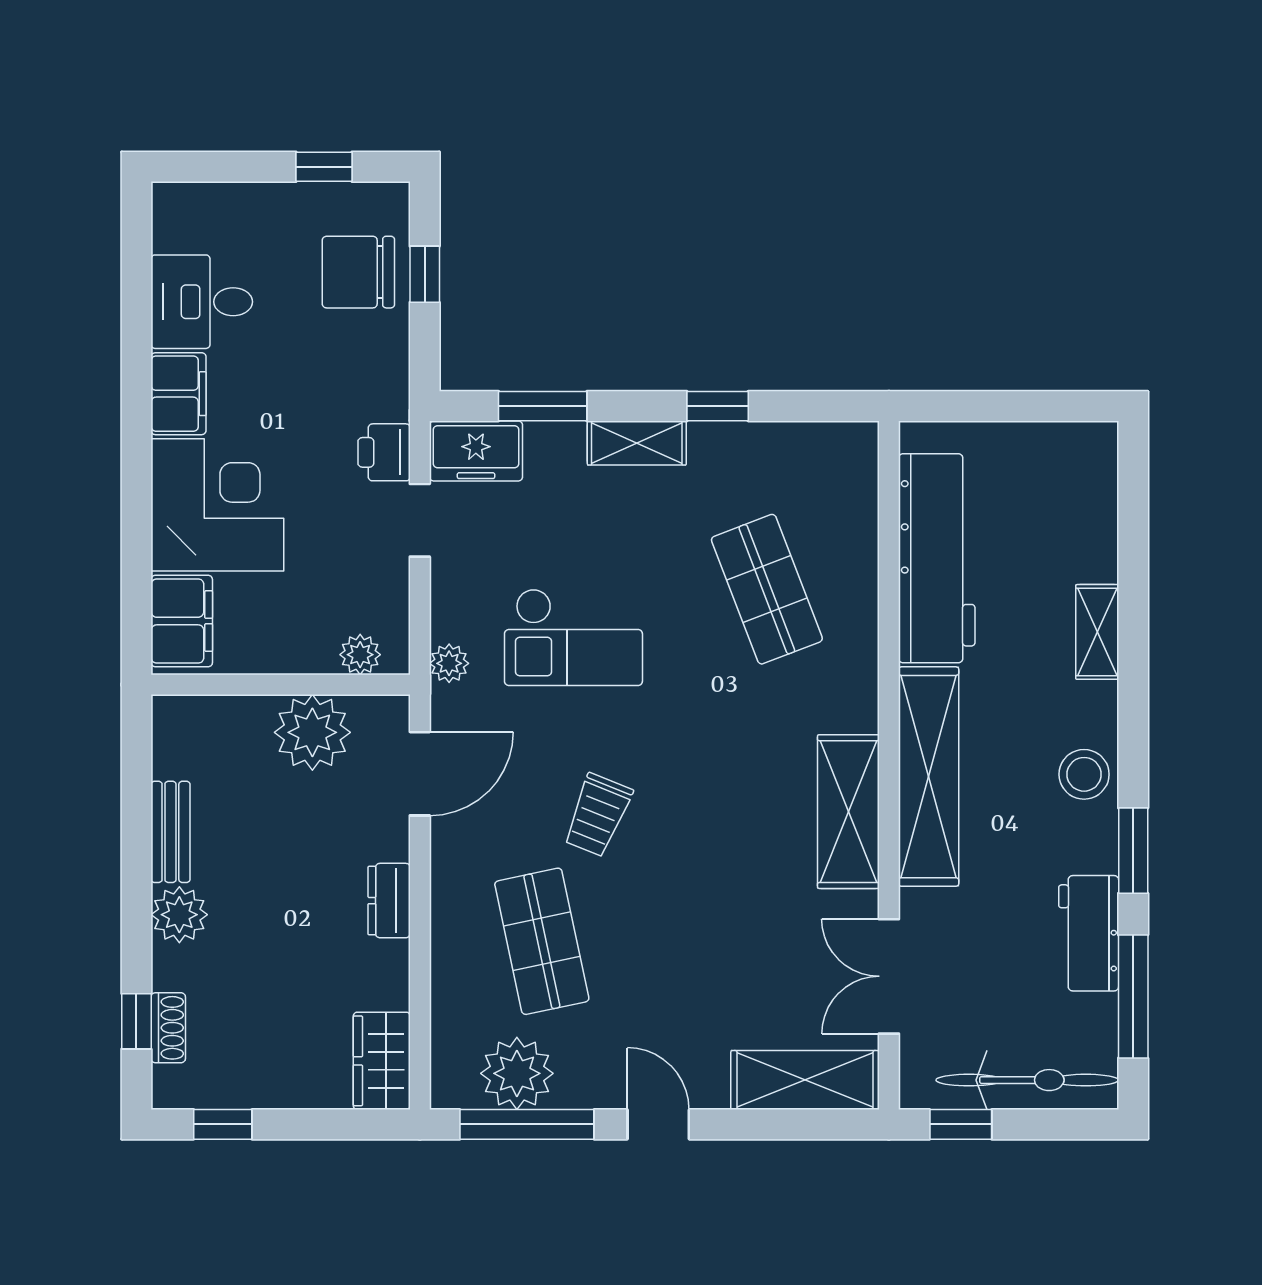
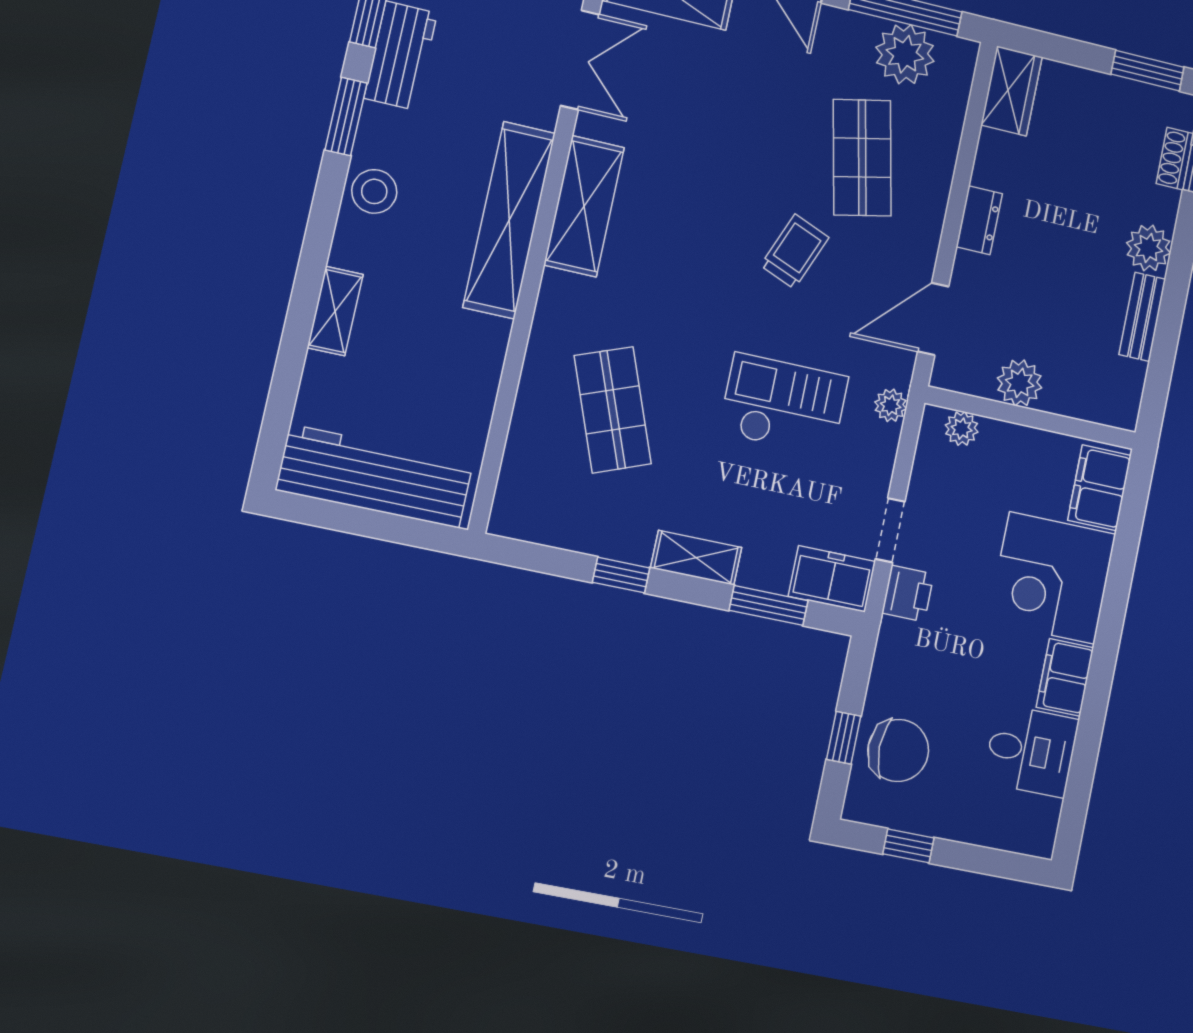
workbench: (937, 558) -> (375, 476), moved, turned 90
plant: (312, 732) -> (1020, 383), width x0.73, depth x0.73
window: (223, 1124) -> (1148, 71), width x1.50

